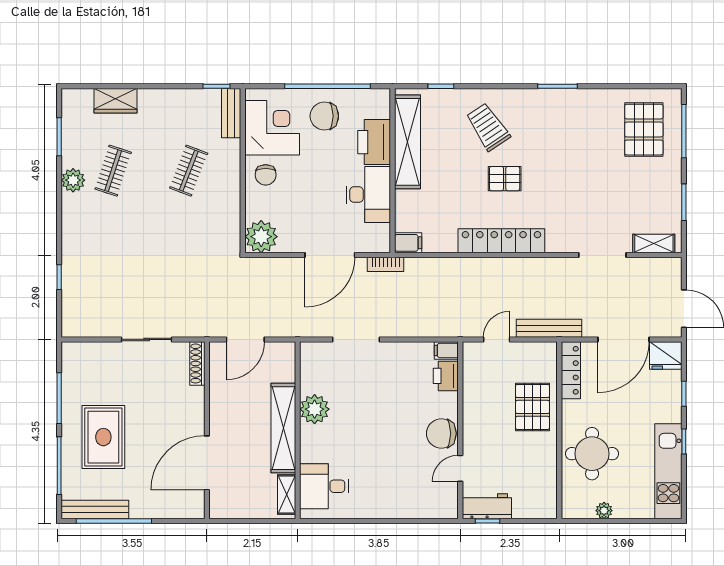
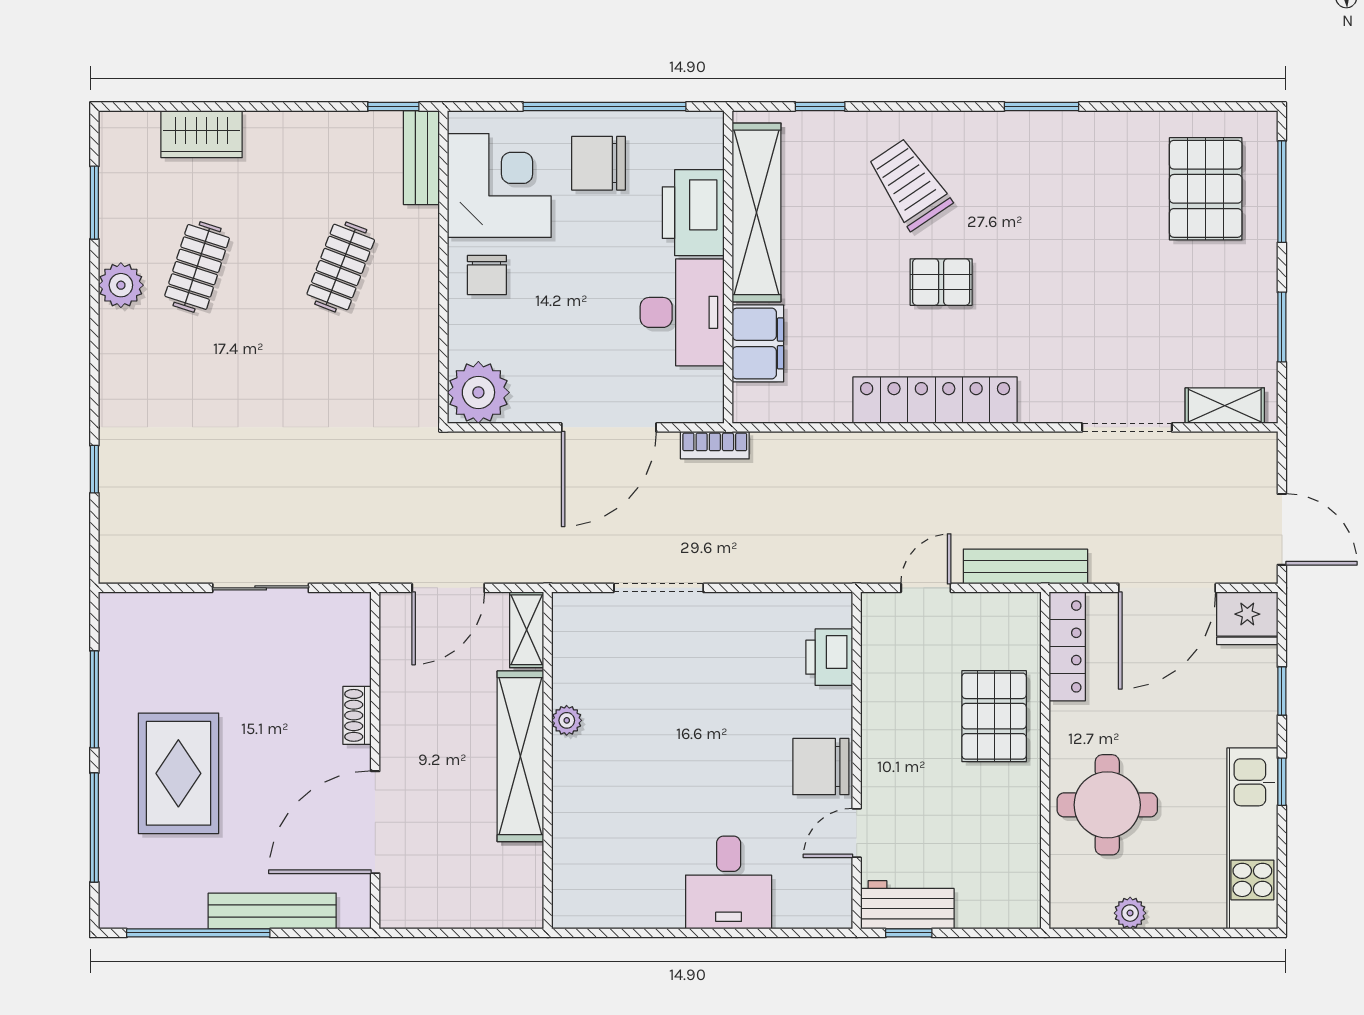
filing cabinet: (408, 243) -> (758, 343), moved, width x2.00
filing cabinet: (446, 350) -> (830, 609), removed
shoe rack: (197, 363) -> (357, 715), moved, width x0.70
plant: (315, 409) -> (567, 720), width x0.53, depth x0.53
desk: (324, 486) -> (729, 882), moved, turned -90
shelving: (287, 495) -> (527, 630), moved
bench: (95, 509) -> (272, 911), moved

